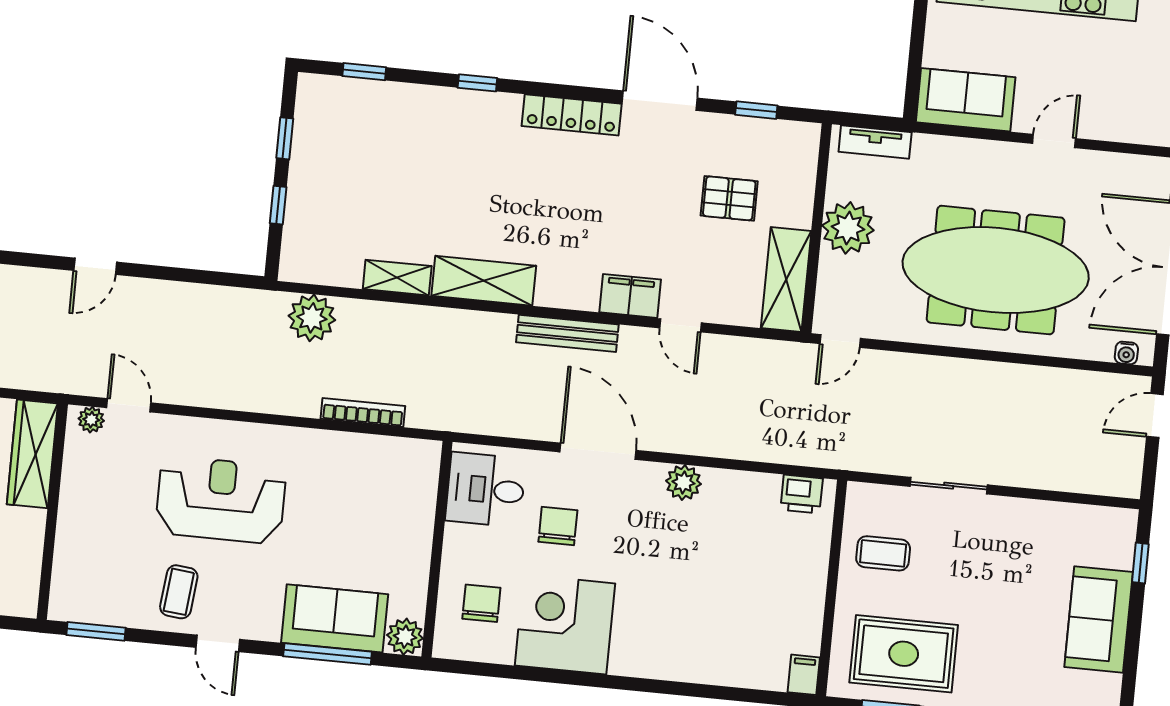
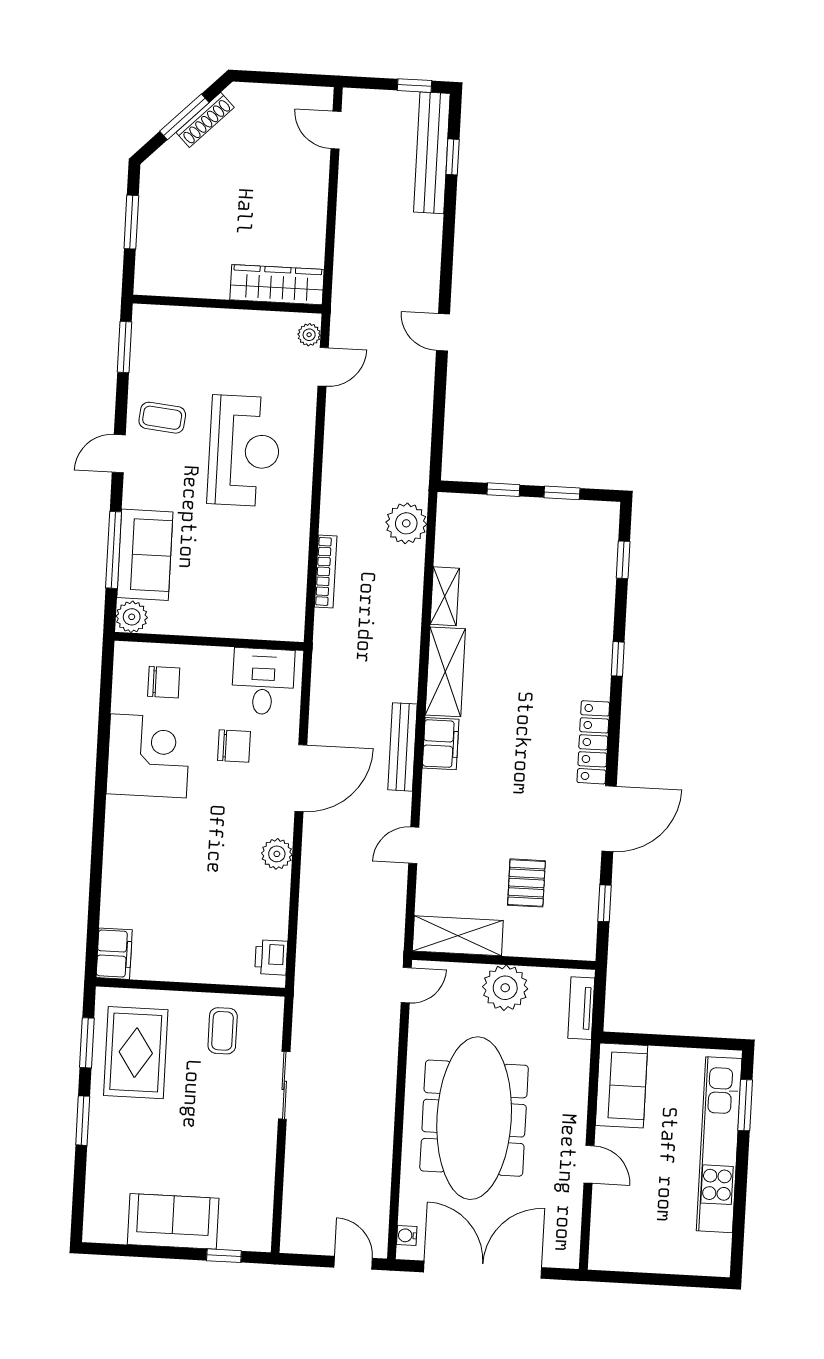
filing cabinet: (630, 296) -> (441, 744), moved
door: (840, 341) -> (406, 985), swing flipped
filing cabinet: (804, 675) -> (114, 954), width x2.00

